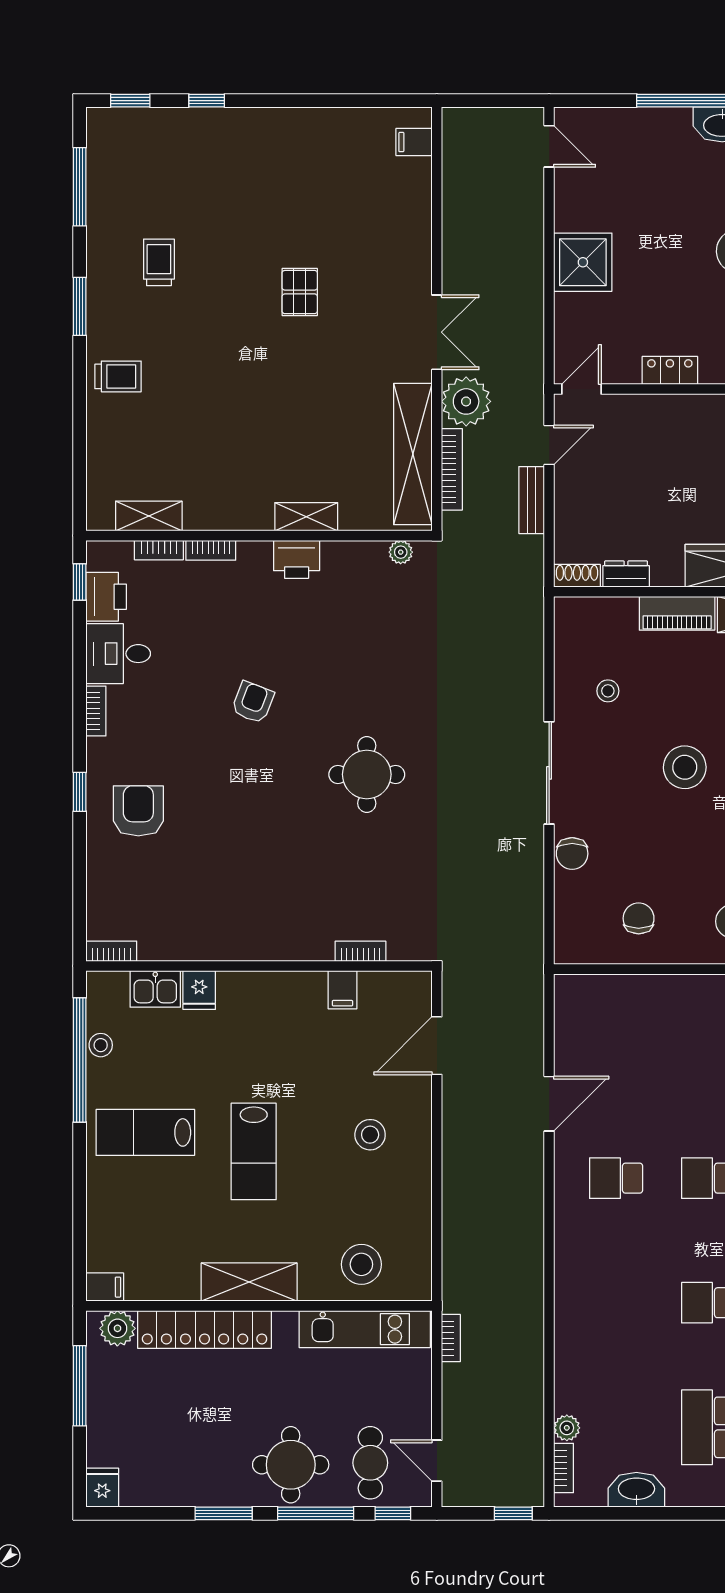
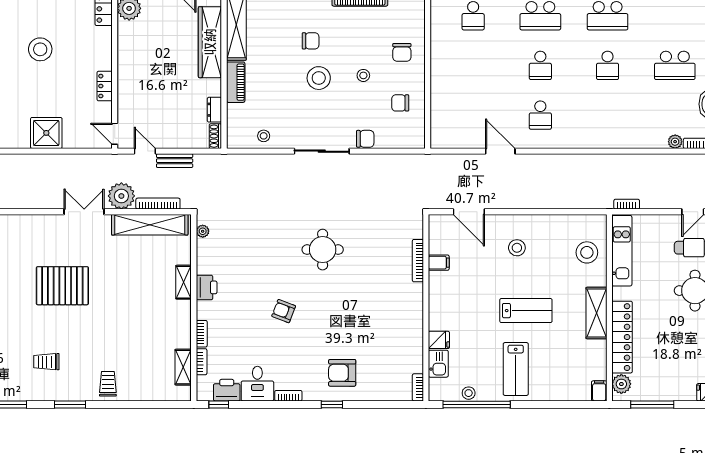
pallet: (300, 292) -> (62, 286), width x2.05, depth x2.00
stool: (608, 691) -> (264, 136), moved
stool: (690, 850) -> (363, 75), added
bookcase: (361, 951) -> (418, 261), width x1.56

